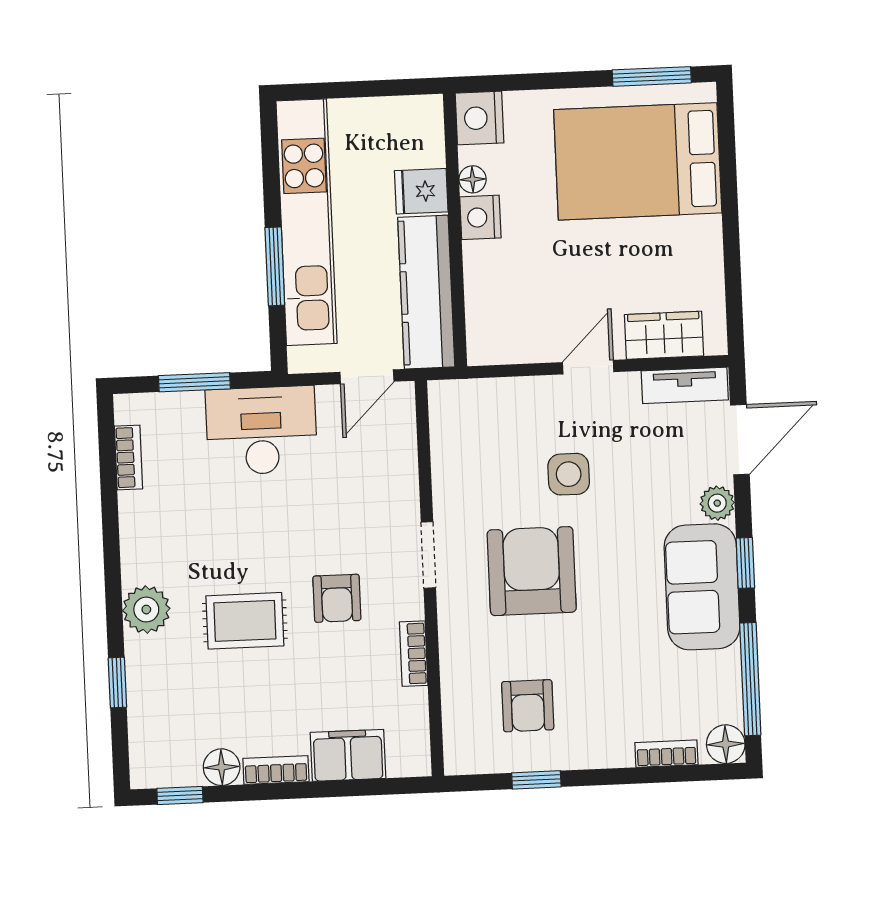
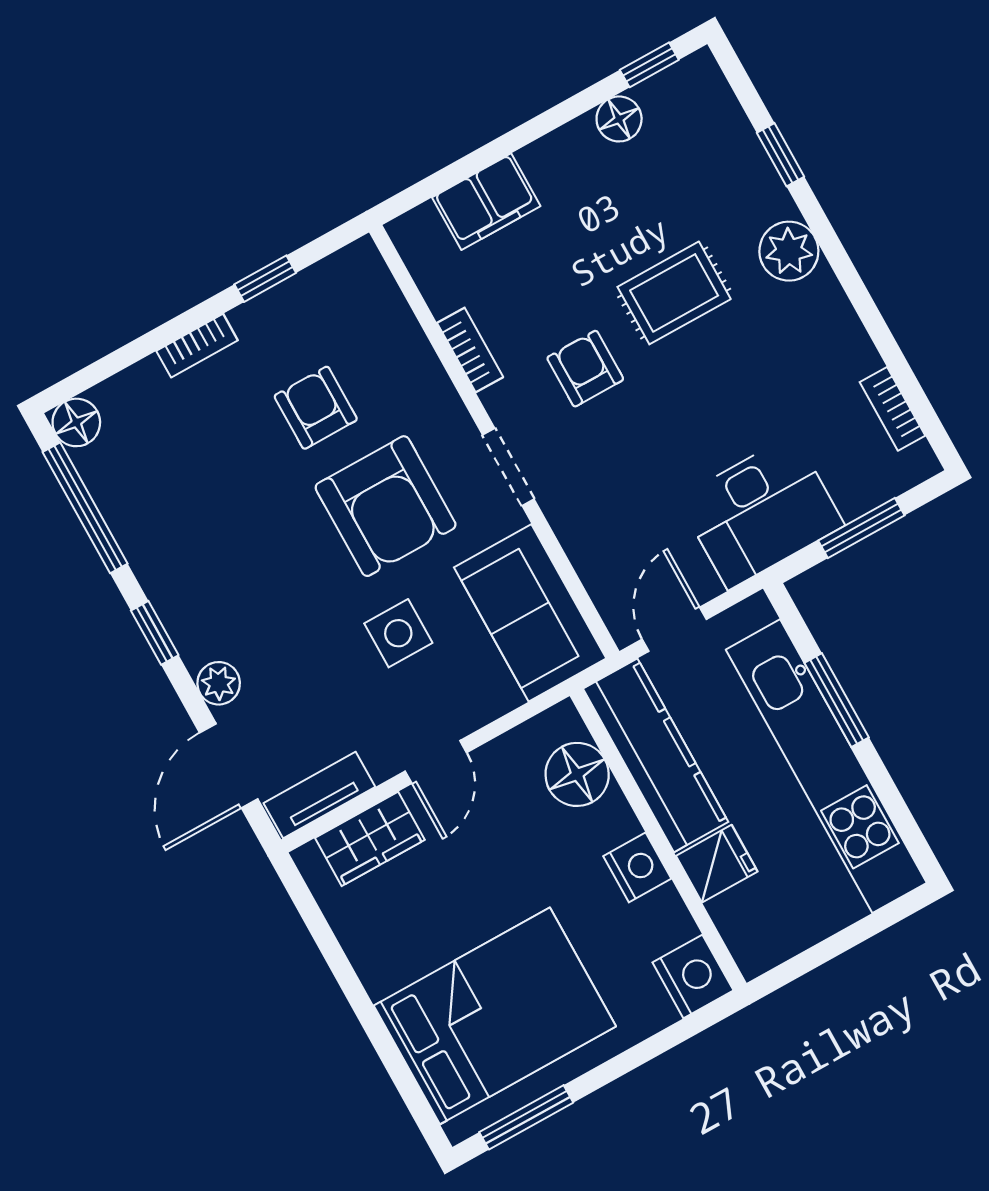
floor lamp: (473, 179) -> (577, 774), moved, width x1.89, depth x1.89
sofa: (702, 587) -> (530, 613), moved, turned 180
armchair: (528, 706) -> (316, 408), moved
bookcase: (666, 754) -> (197, 346), moved
bookcase: (276, 770) -> (558, 146), removed

